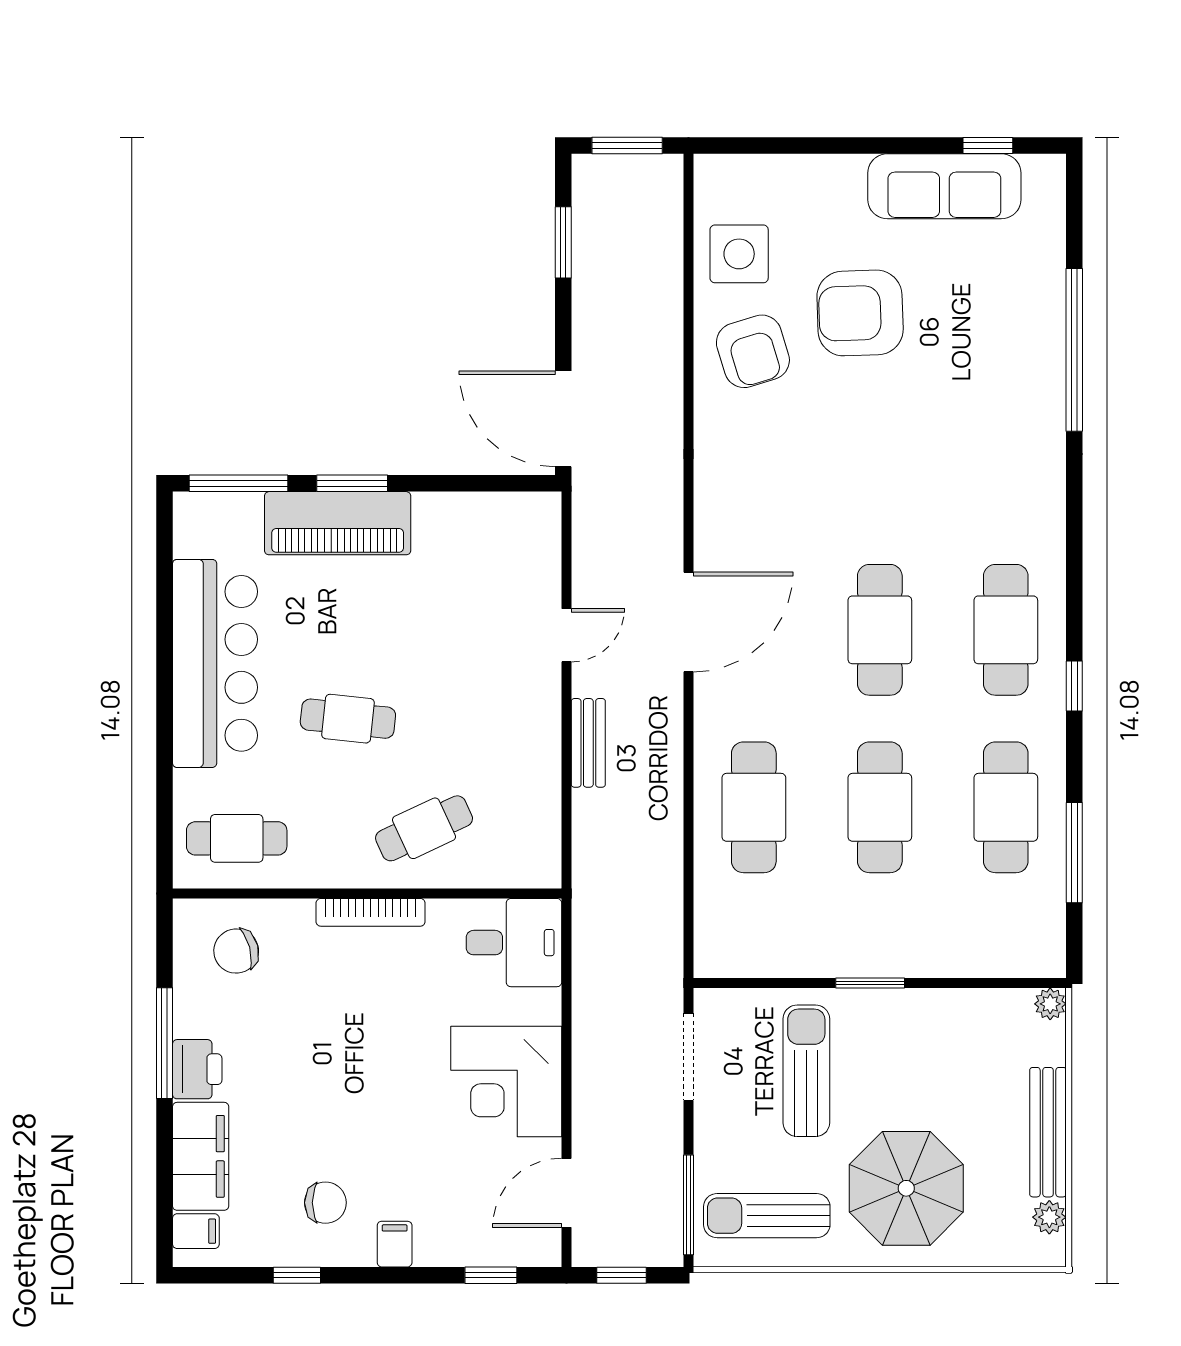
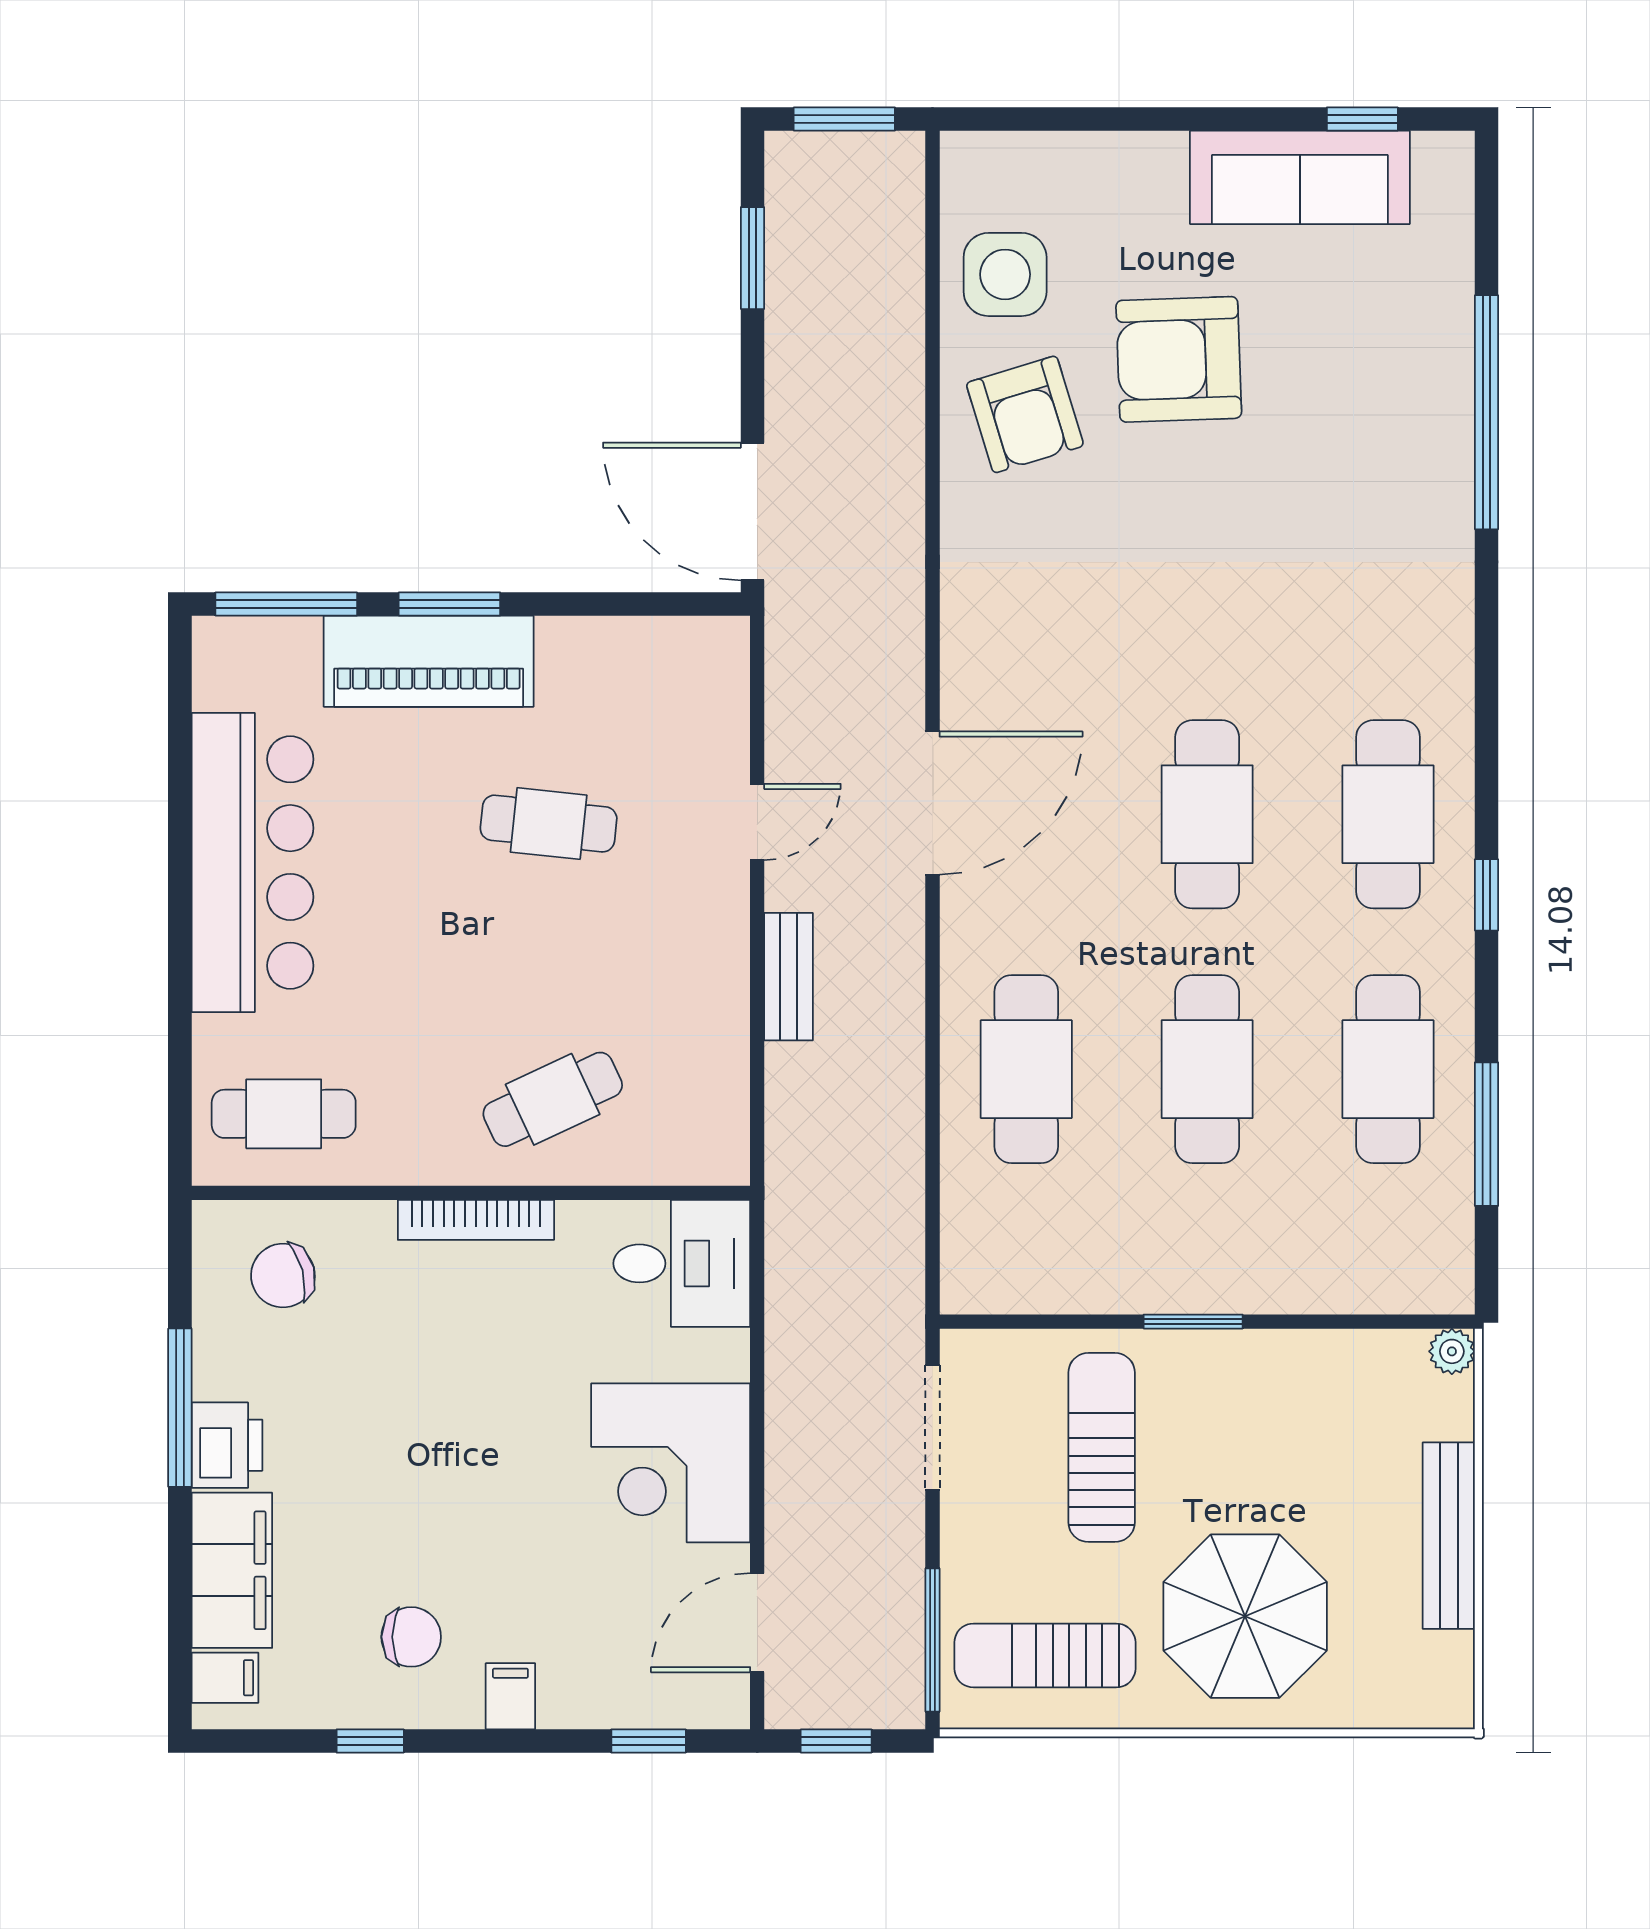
cafe table: (348, 719) -> (549, 824), moved
plant: (1049, 1217) -> (1450, 1658), removed

